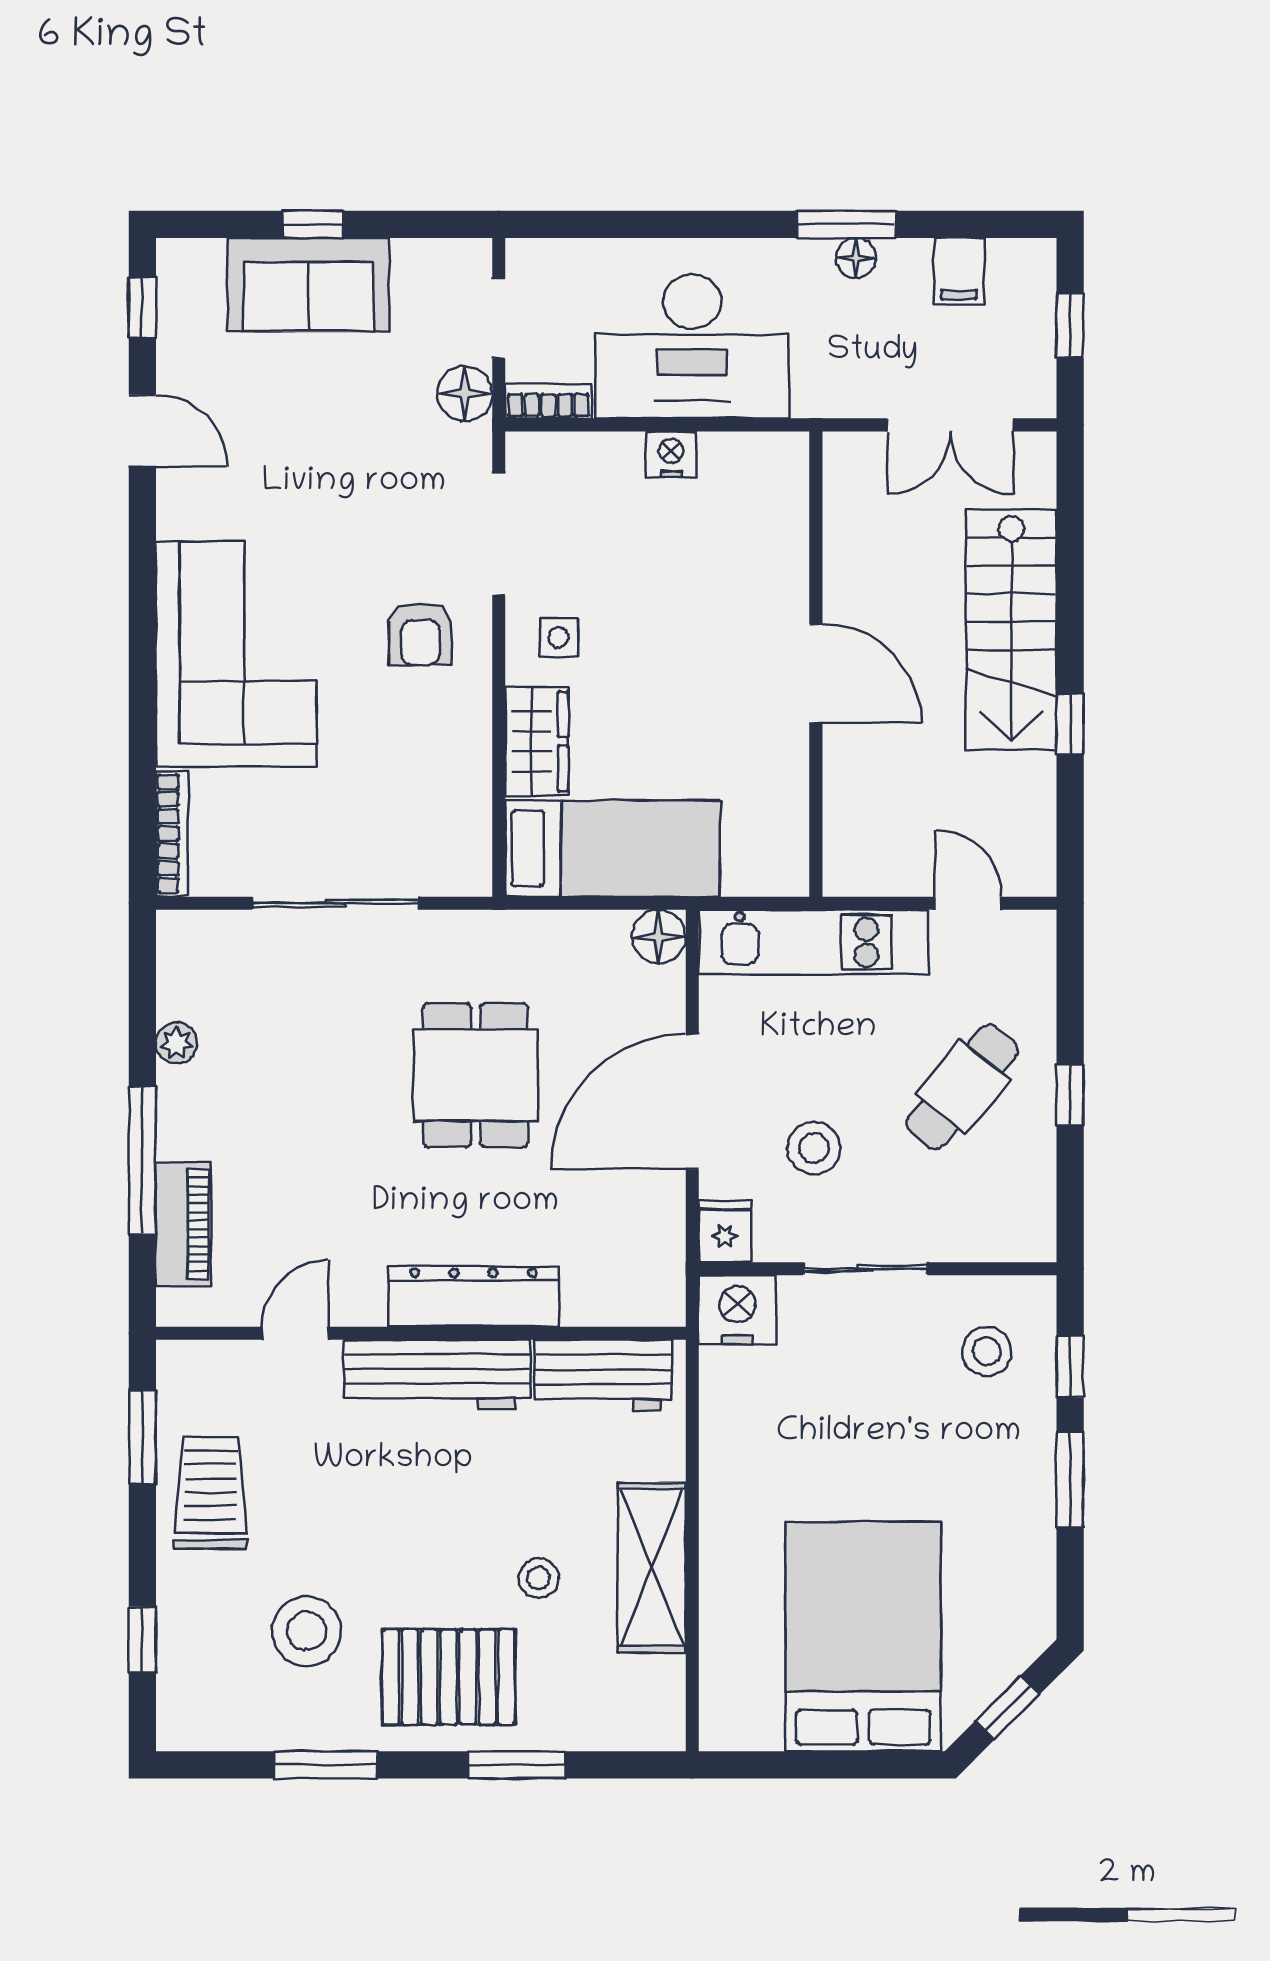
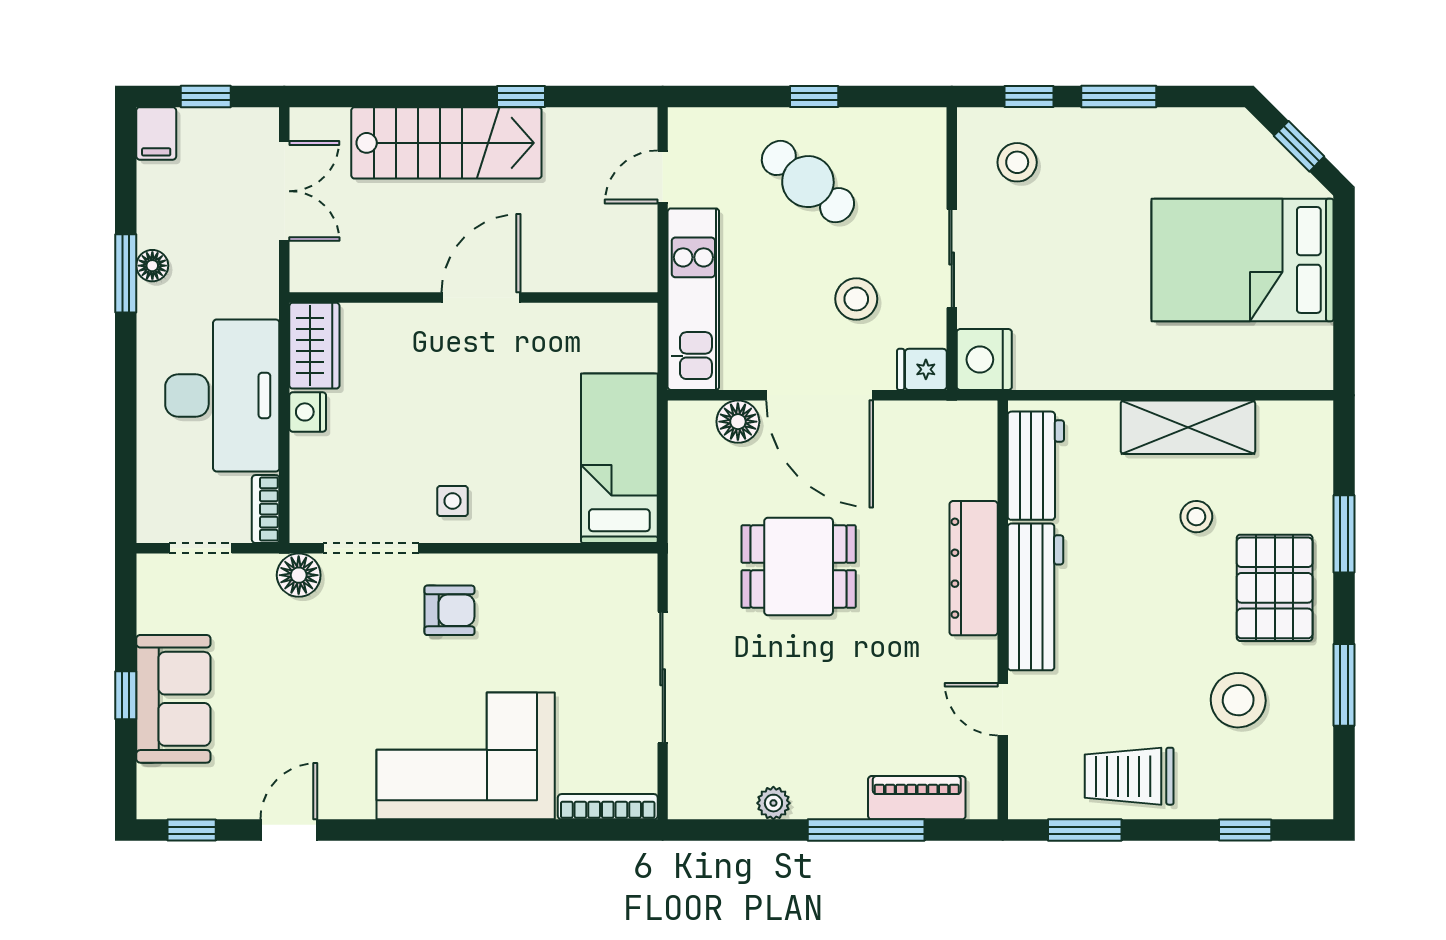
filing cabinet: (959, 271) -> (156, 133), moved, turned 90
floor lamp: (465, 394) -> (299, 575), moved
wardrobe: (537, 741) -> (314, 346), moved, turned 90
floor lamp: (659, 937) -> (738, 422), moved

